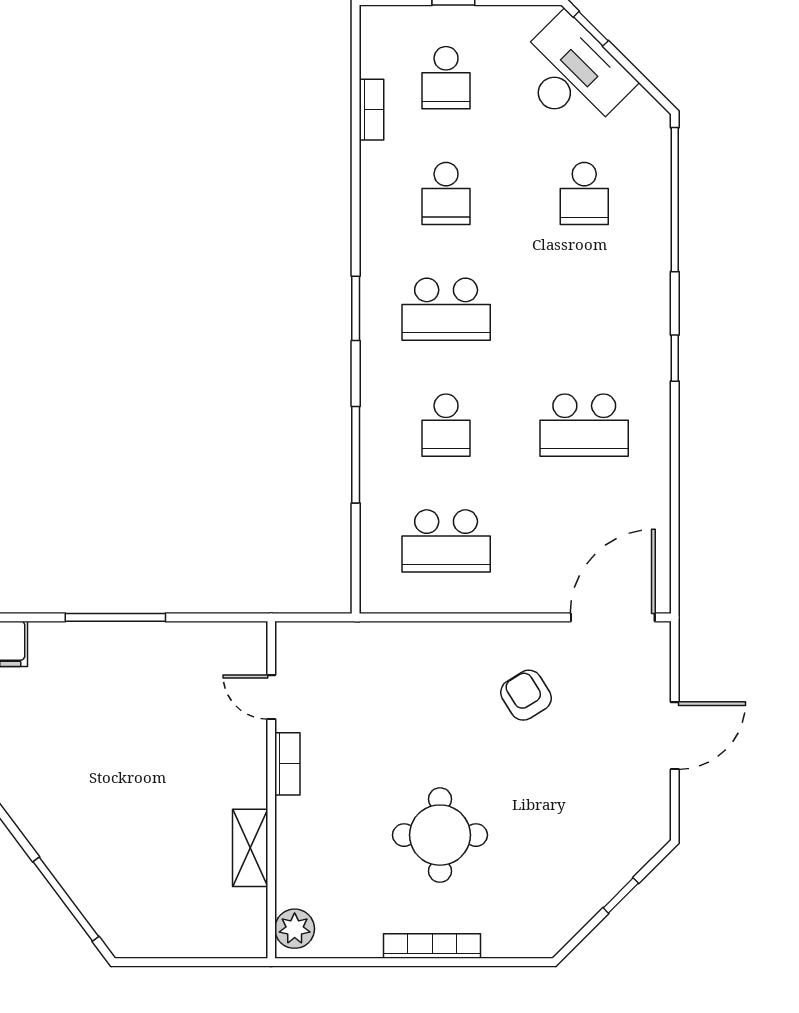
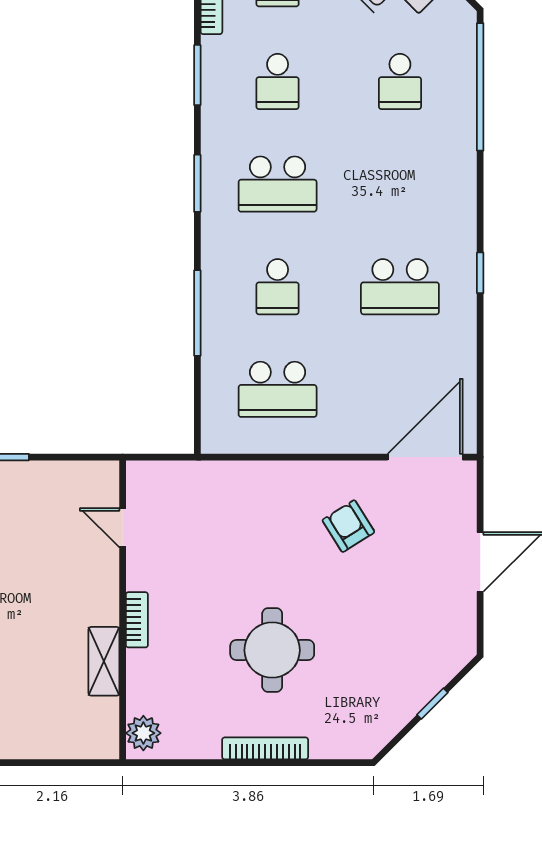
window: (356, 186) -> (197, 75), added
window: (675, 358) -> (480, 273), moved
bookcase: (287, 764) -> (137, 620), moved

